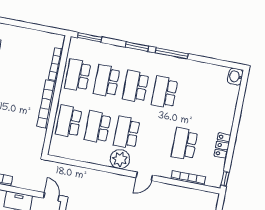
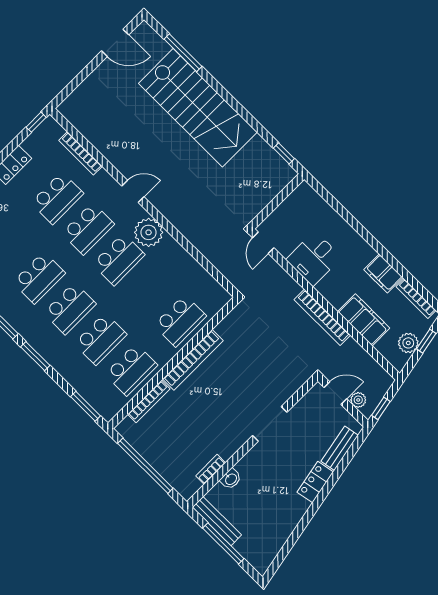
window: (33, 26) -> (145, 466), added
school desk: (98, 127) -> (88, 229), moved

